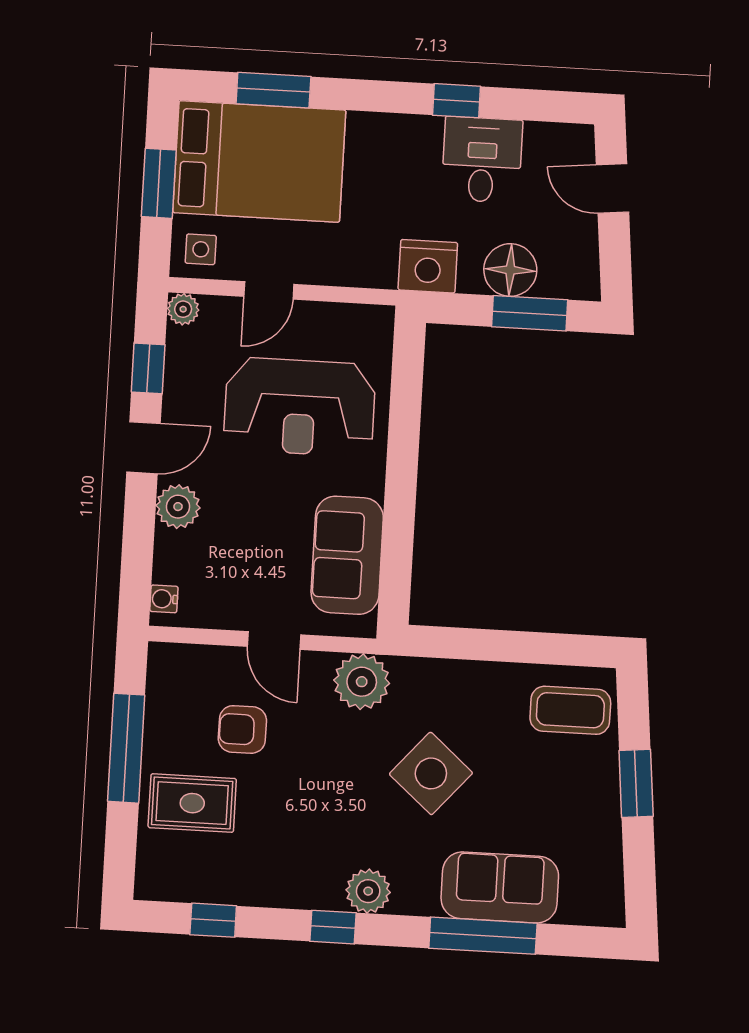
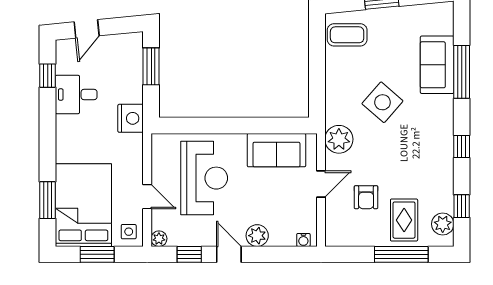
window: (457, 101) -> (48, 76), moved
floor lamp: (510, 270) -> (130, 77), removed
coffee table: (570, 710) -> (347, 35), turned 90
window: (126, 748) -> (401, 254), moved
plant: (368, 891) -> (443, 224), moved

